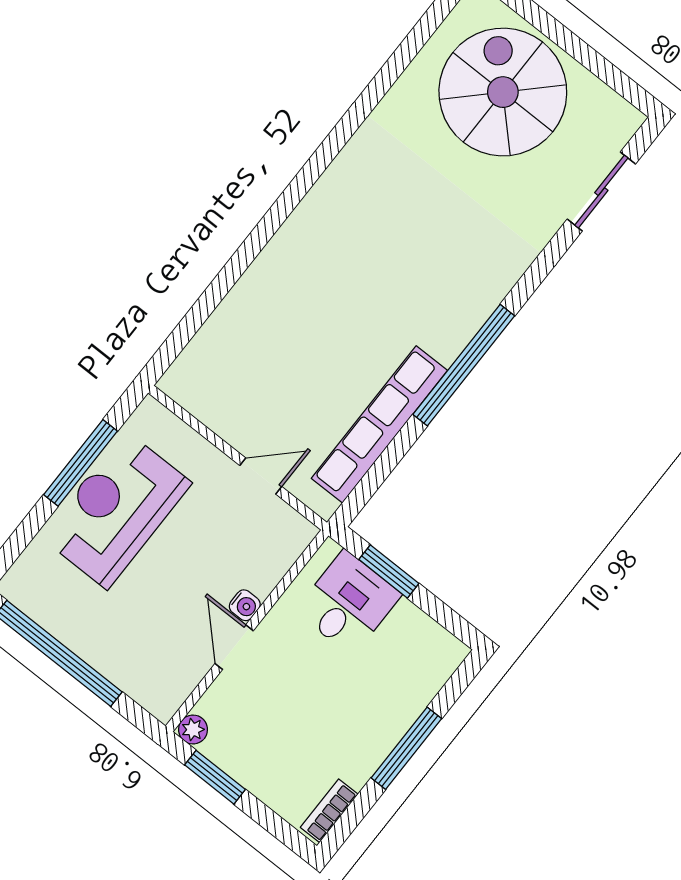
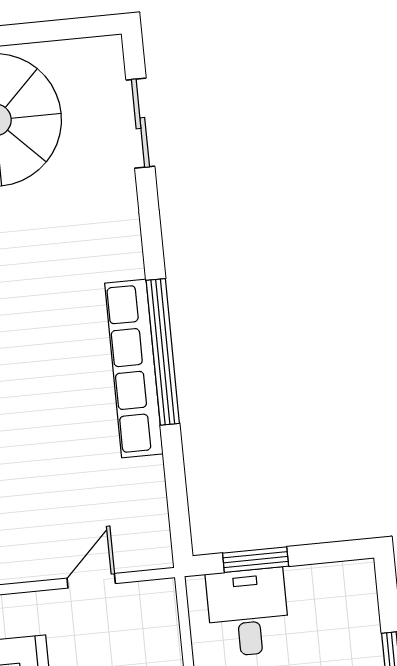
row of seats: (379, 424) -> (134, 368), moved

